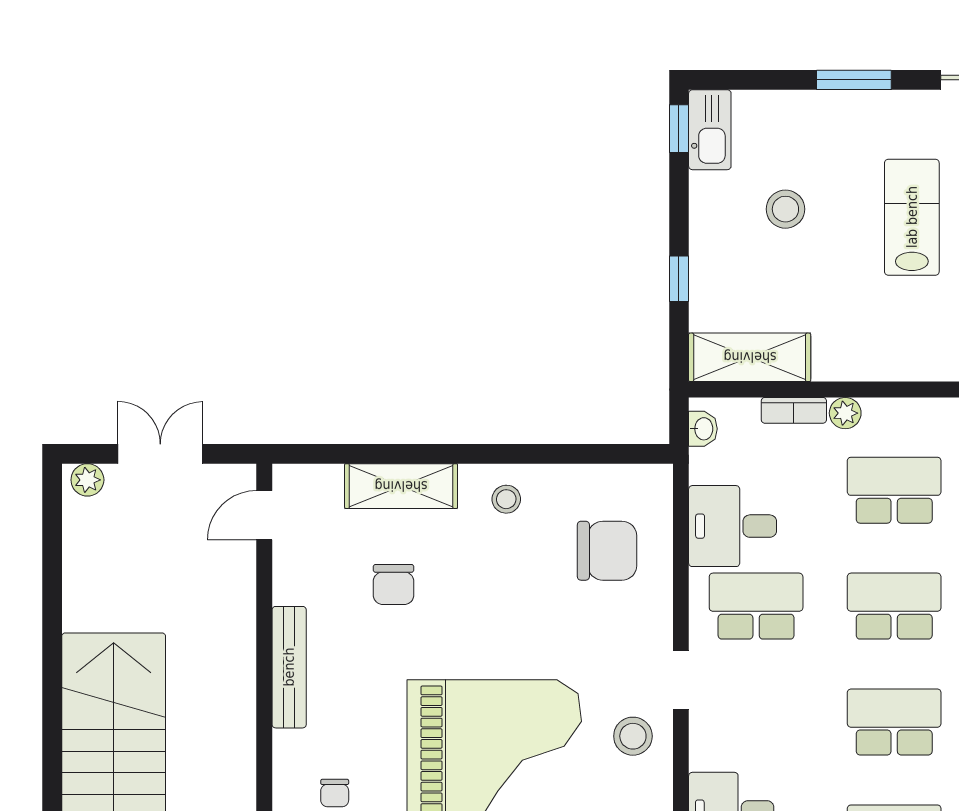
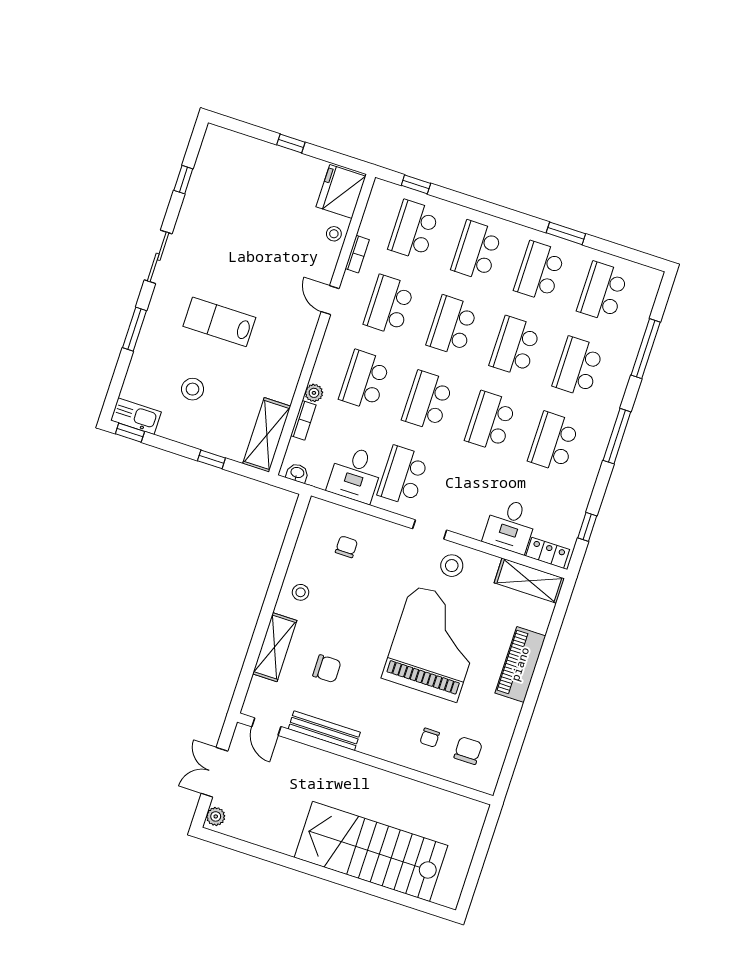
chair: (607, 551) -> (346, 547), width x0.54, depth x0.54
bench: (289, 667) -> (324, 731), moved
chair: (335, 793) -> (430, 738), turned 90

